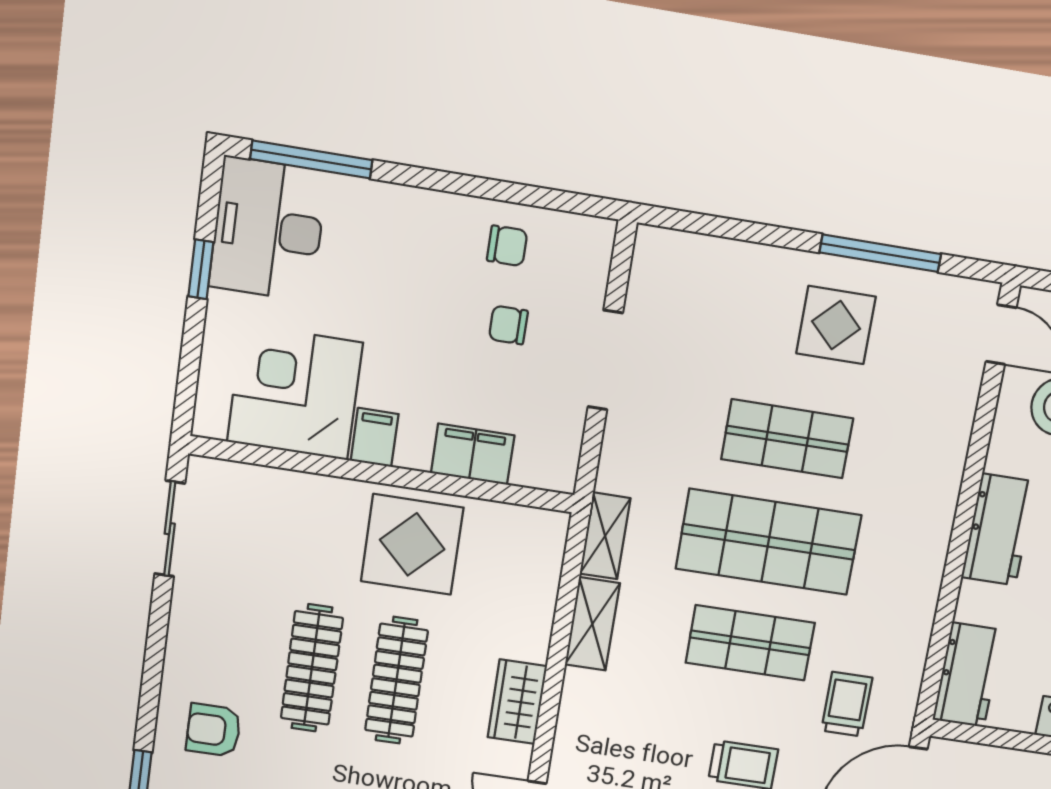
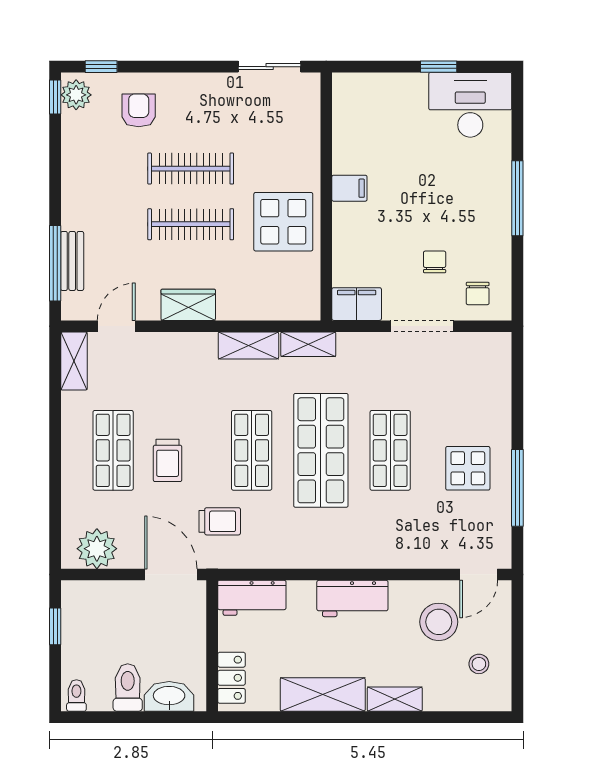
window: (311, 160) -> (517, 198), moved
chair: (507, 246) -> (478, 293), moved
corner desk: (295, 392) -> (370, 134), removed
filing cabinet: (473, 454) -> (357, 304), moved, turned -90

